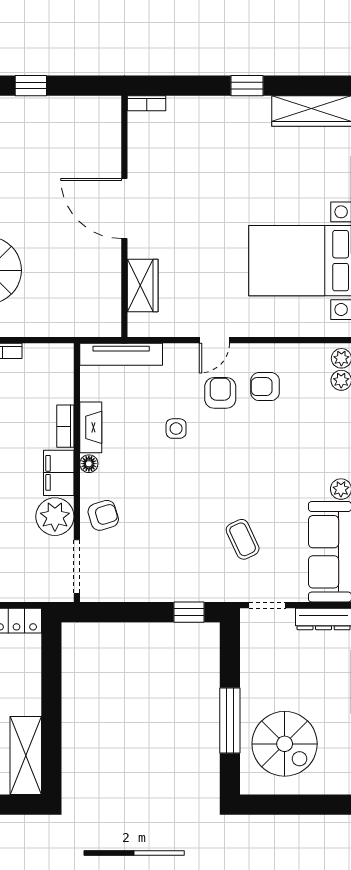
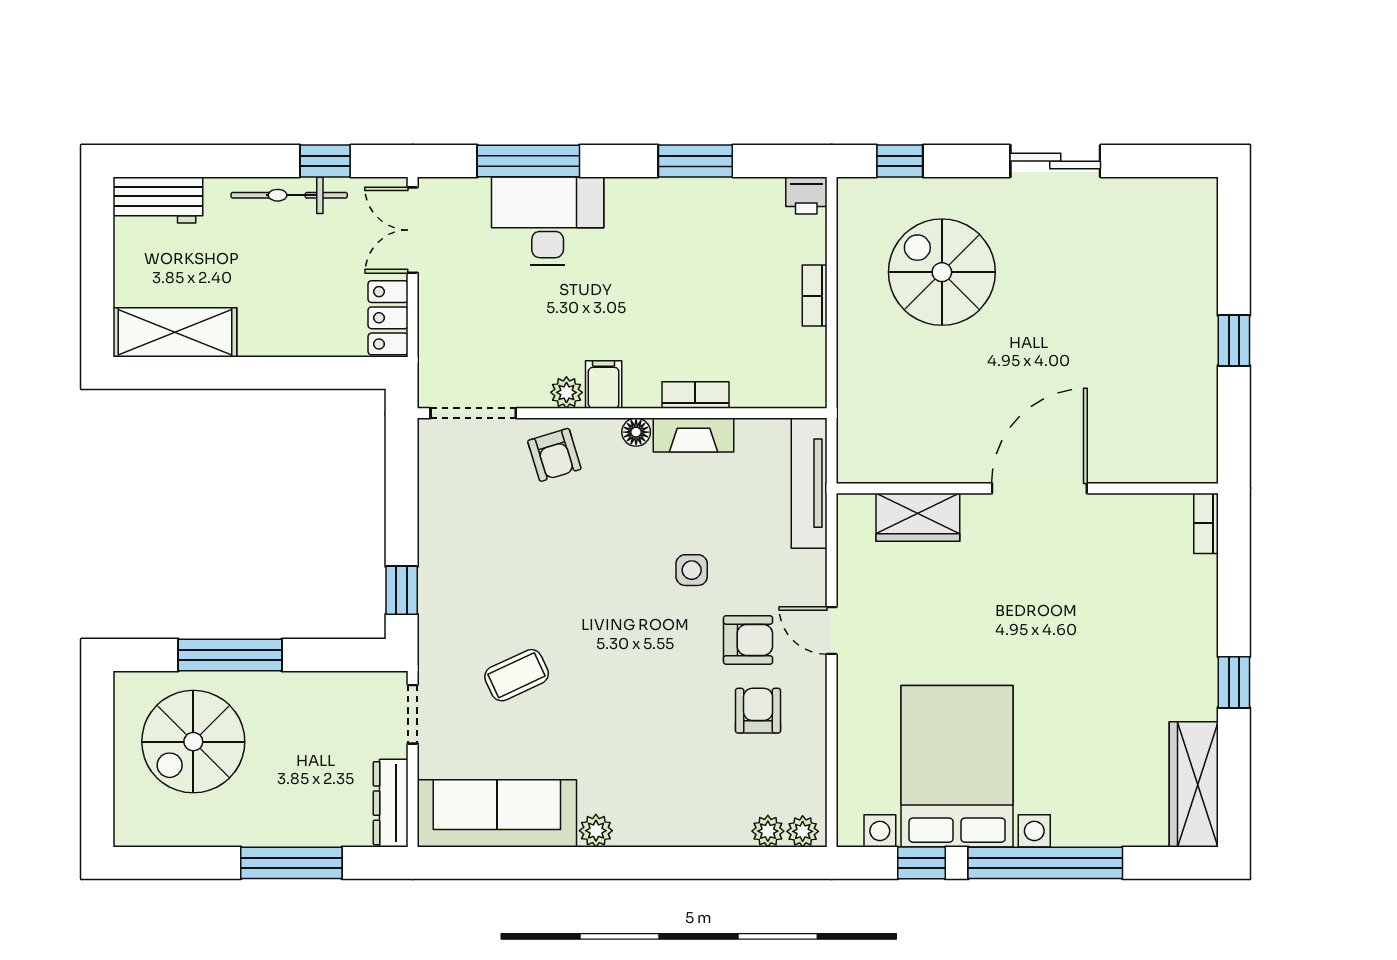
filing cabinet: (59, 473) -> (604, 384), width x0.50
plant: (55, 517) -> (566, 392), width x0.53, depth x0.53

